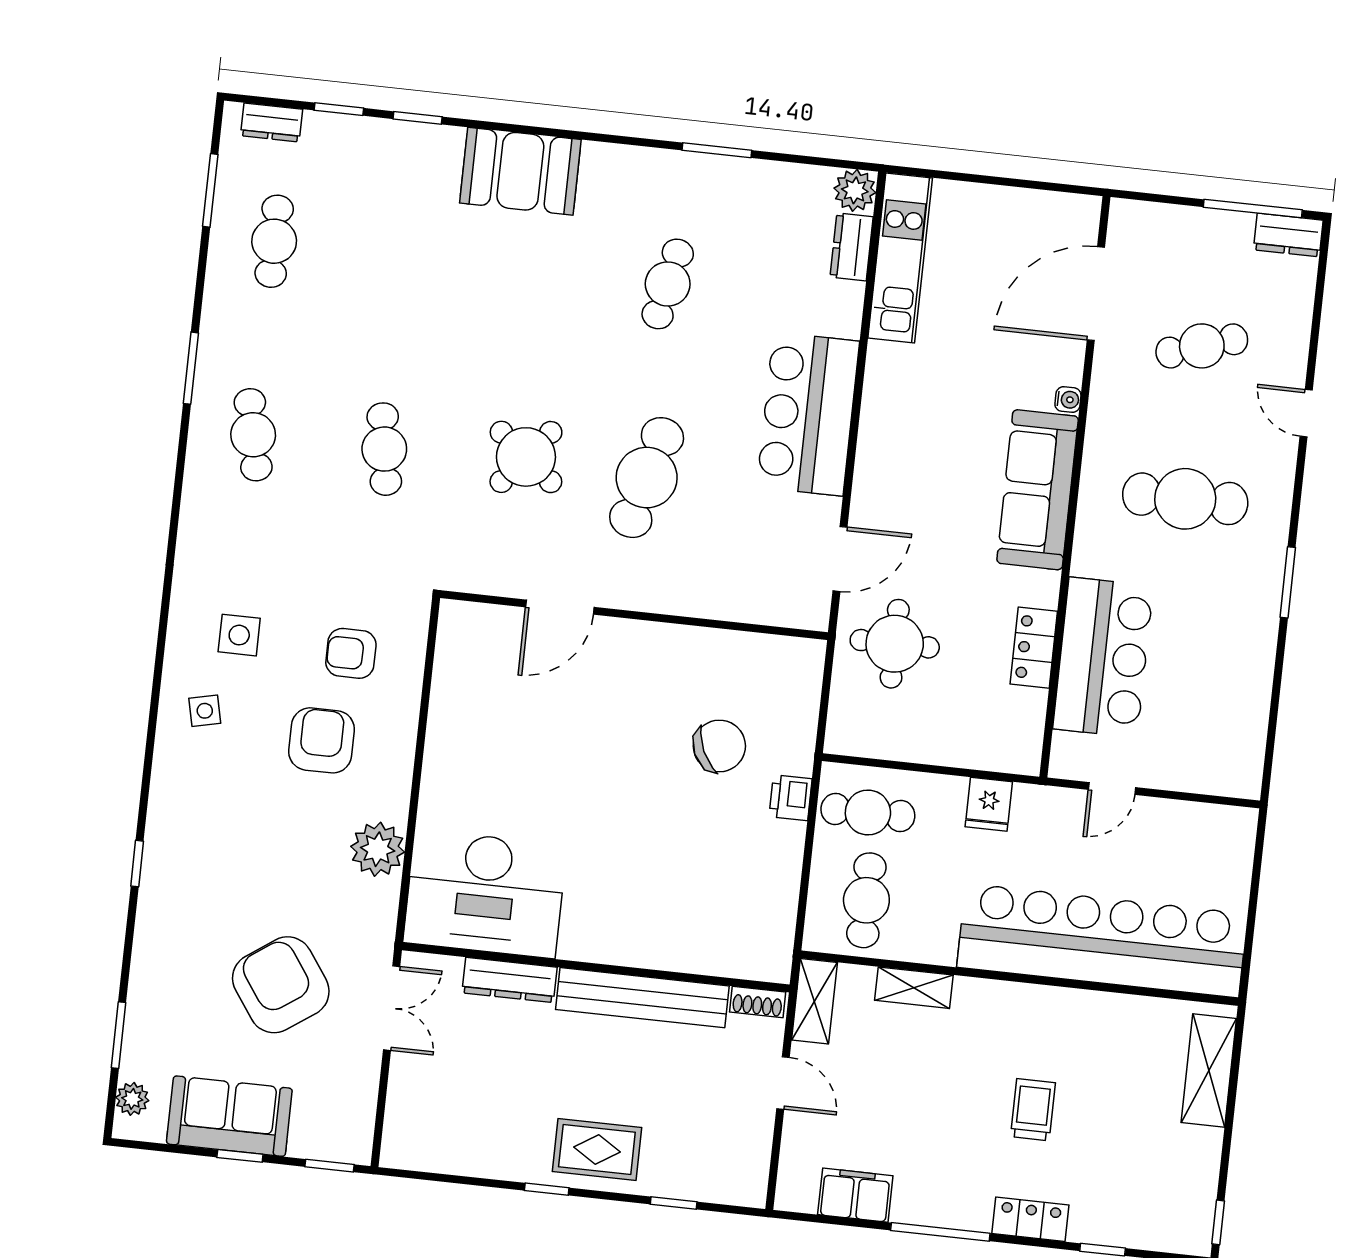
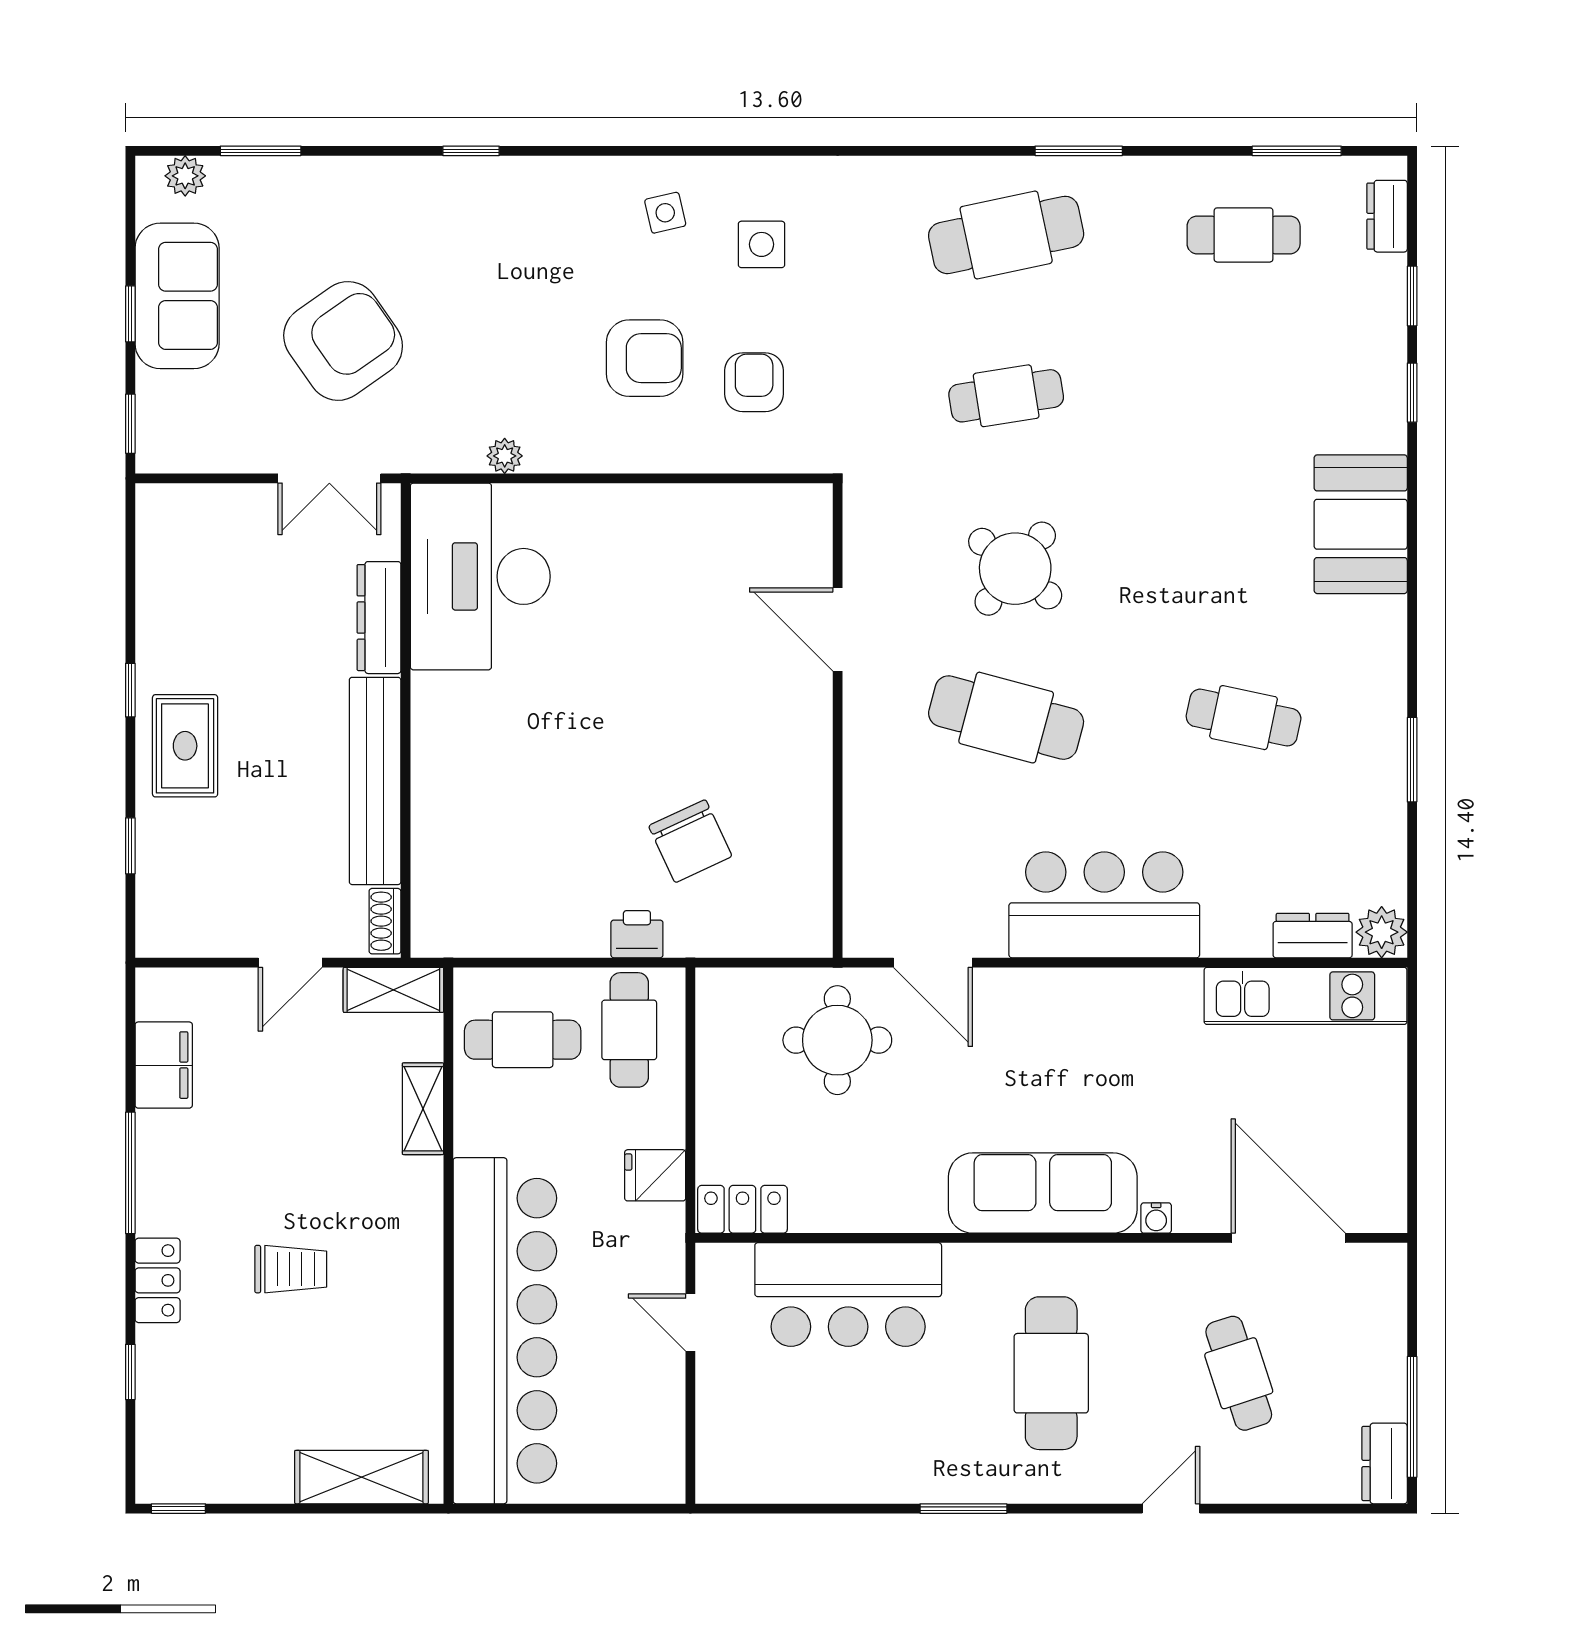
cafe table: (253, 435) -> (1006, 235), width x1.37, depth x1.35
locker: (1034, 648) -> (742, 1209), moved
plant: (378, 849) -> (505, 456), width x0.53, depth x0.53

